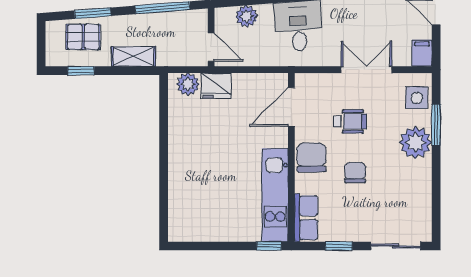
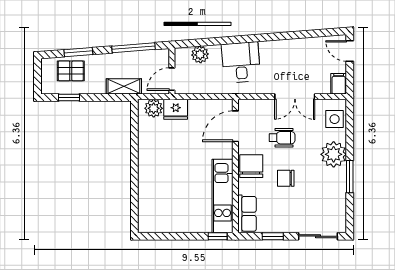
door: (211, 47) -> (172, 79), swing flipped
shelving: (133, 57) -> (124, 86), moved
double door: (366, 70) -> (295, 97), swing flipped
window: (436, 125) -> (350, 177), moved
chair: (355, 173) -> (286, 178), turned -90

